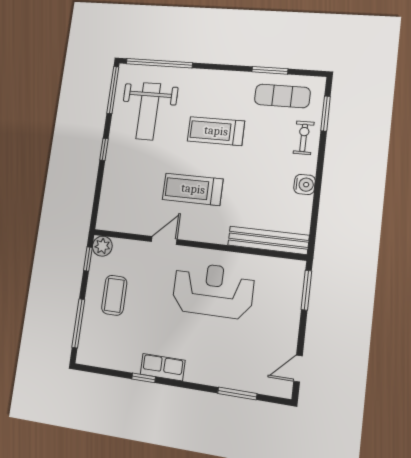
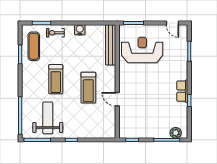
weight bench: (148, 111) -> (48, 118), turned -90
plant: (102, 246) -> (176, 133), moved
reception desk: (213, 290) -> (142, 50), moved, turned 90
coffee table: (114, 295) -> (149, 122), removed

